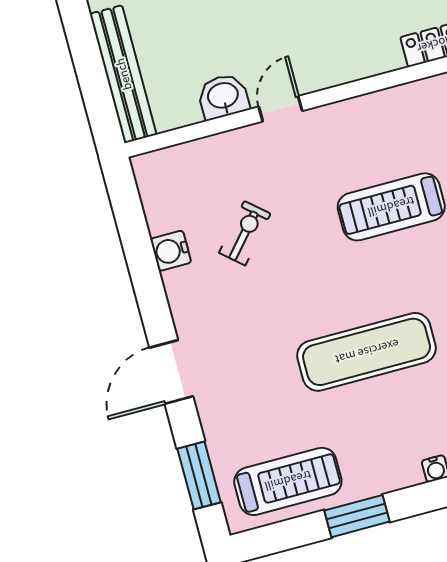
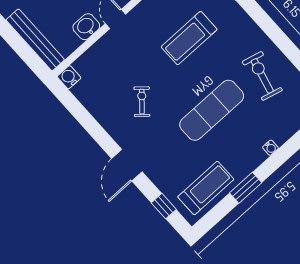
exercise bike: (245, 233) -> (142, 102), moved
water cooler: (171, 251) -> (69, 77), moved, turned 90
window: (199, 475) -> (164, 206), width x0.67

